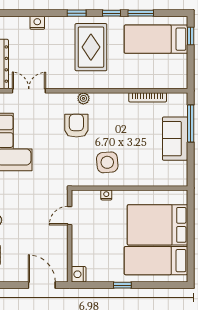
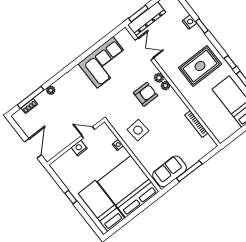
window: (77, 13) -> (202, 26), moved
plant: (70, 99) -> (159, 78), added
window: (191, 124) -> (189, 171), moved
sofa: (175, 139) -> (170, 171), moved
bed: (158, 225) -> (128, 187), width x1.36
nightstand: (79, 274) -> (79, 148), moved

